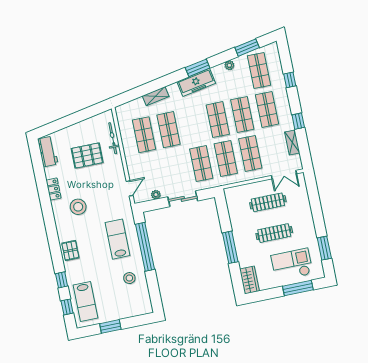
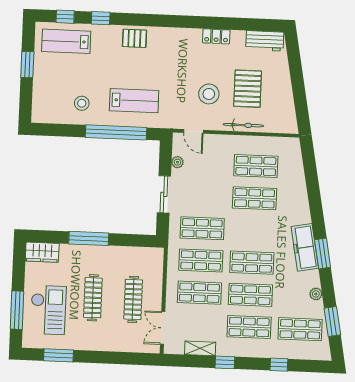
shelving: (156, 96) -> (300, 193), removed
bicycle: (113, 138) -> (243, 125), moved
stool: (78, 207) -> (209, 94), moved

